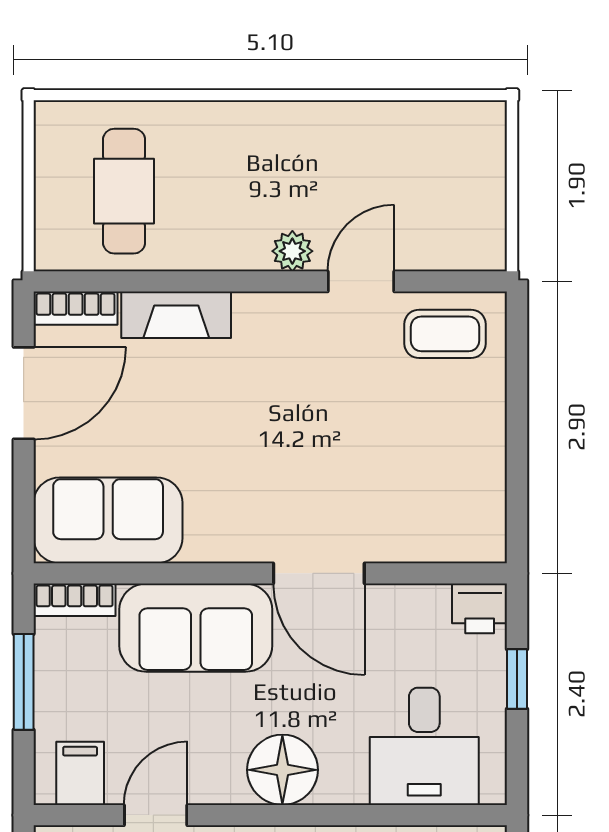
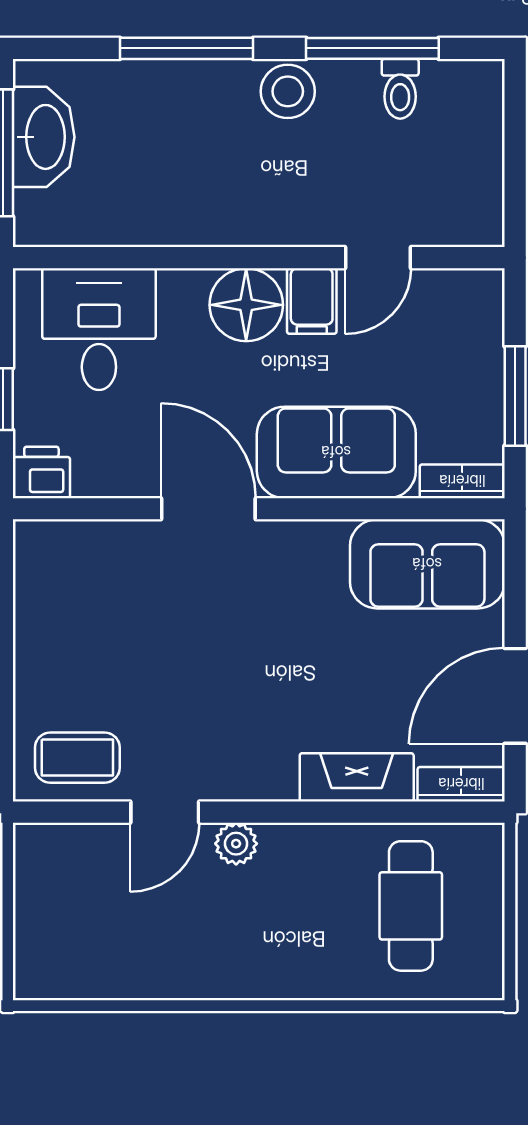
filing cabinet: (80, 773) -> (312, 301), moved

